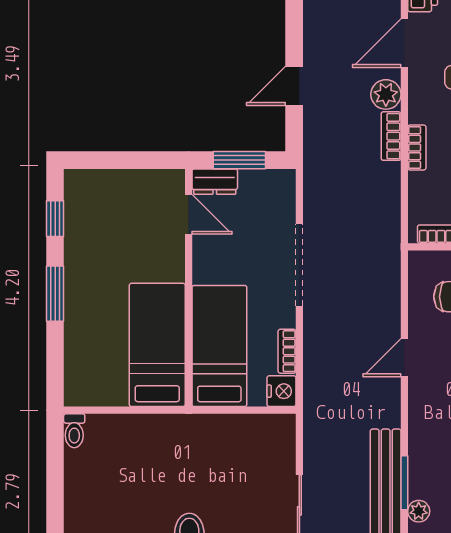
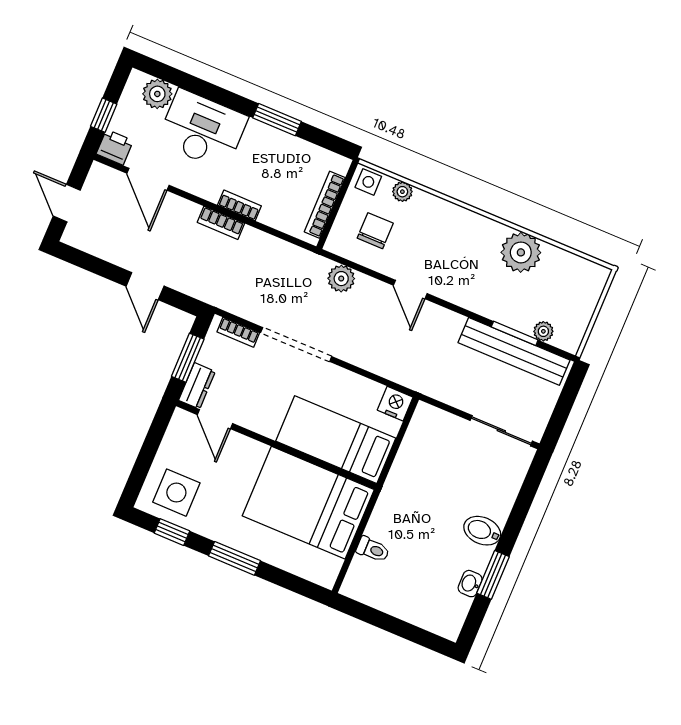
plant: (386, 94) -> (341, 279), moved
side table: (97, 206) -> (176, 493), added
door: (189, 214) -> (215, 419), swing flipped
bed: (157, 345) -> (308, 503), width x1.50
bookcase: (287, 351) -> (238, 332), moved
toilet: (74, 431) -> (373, 549), moved

